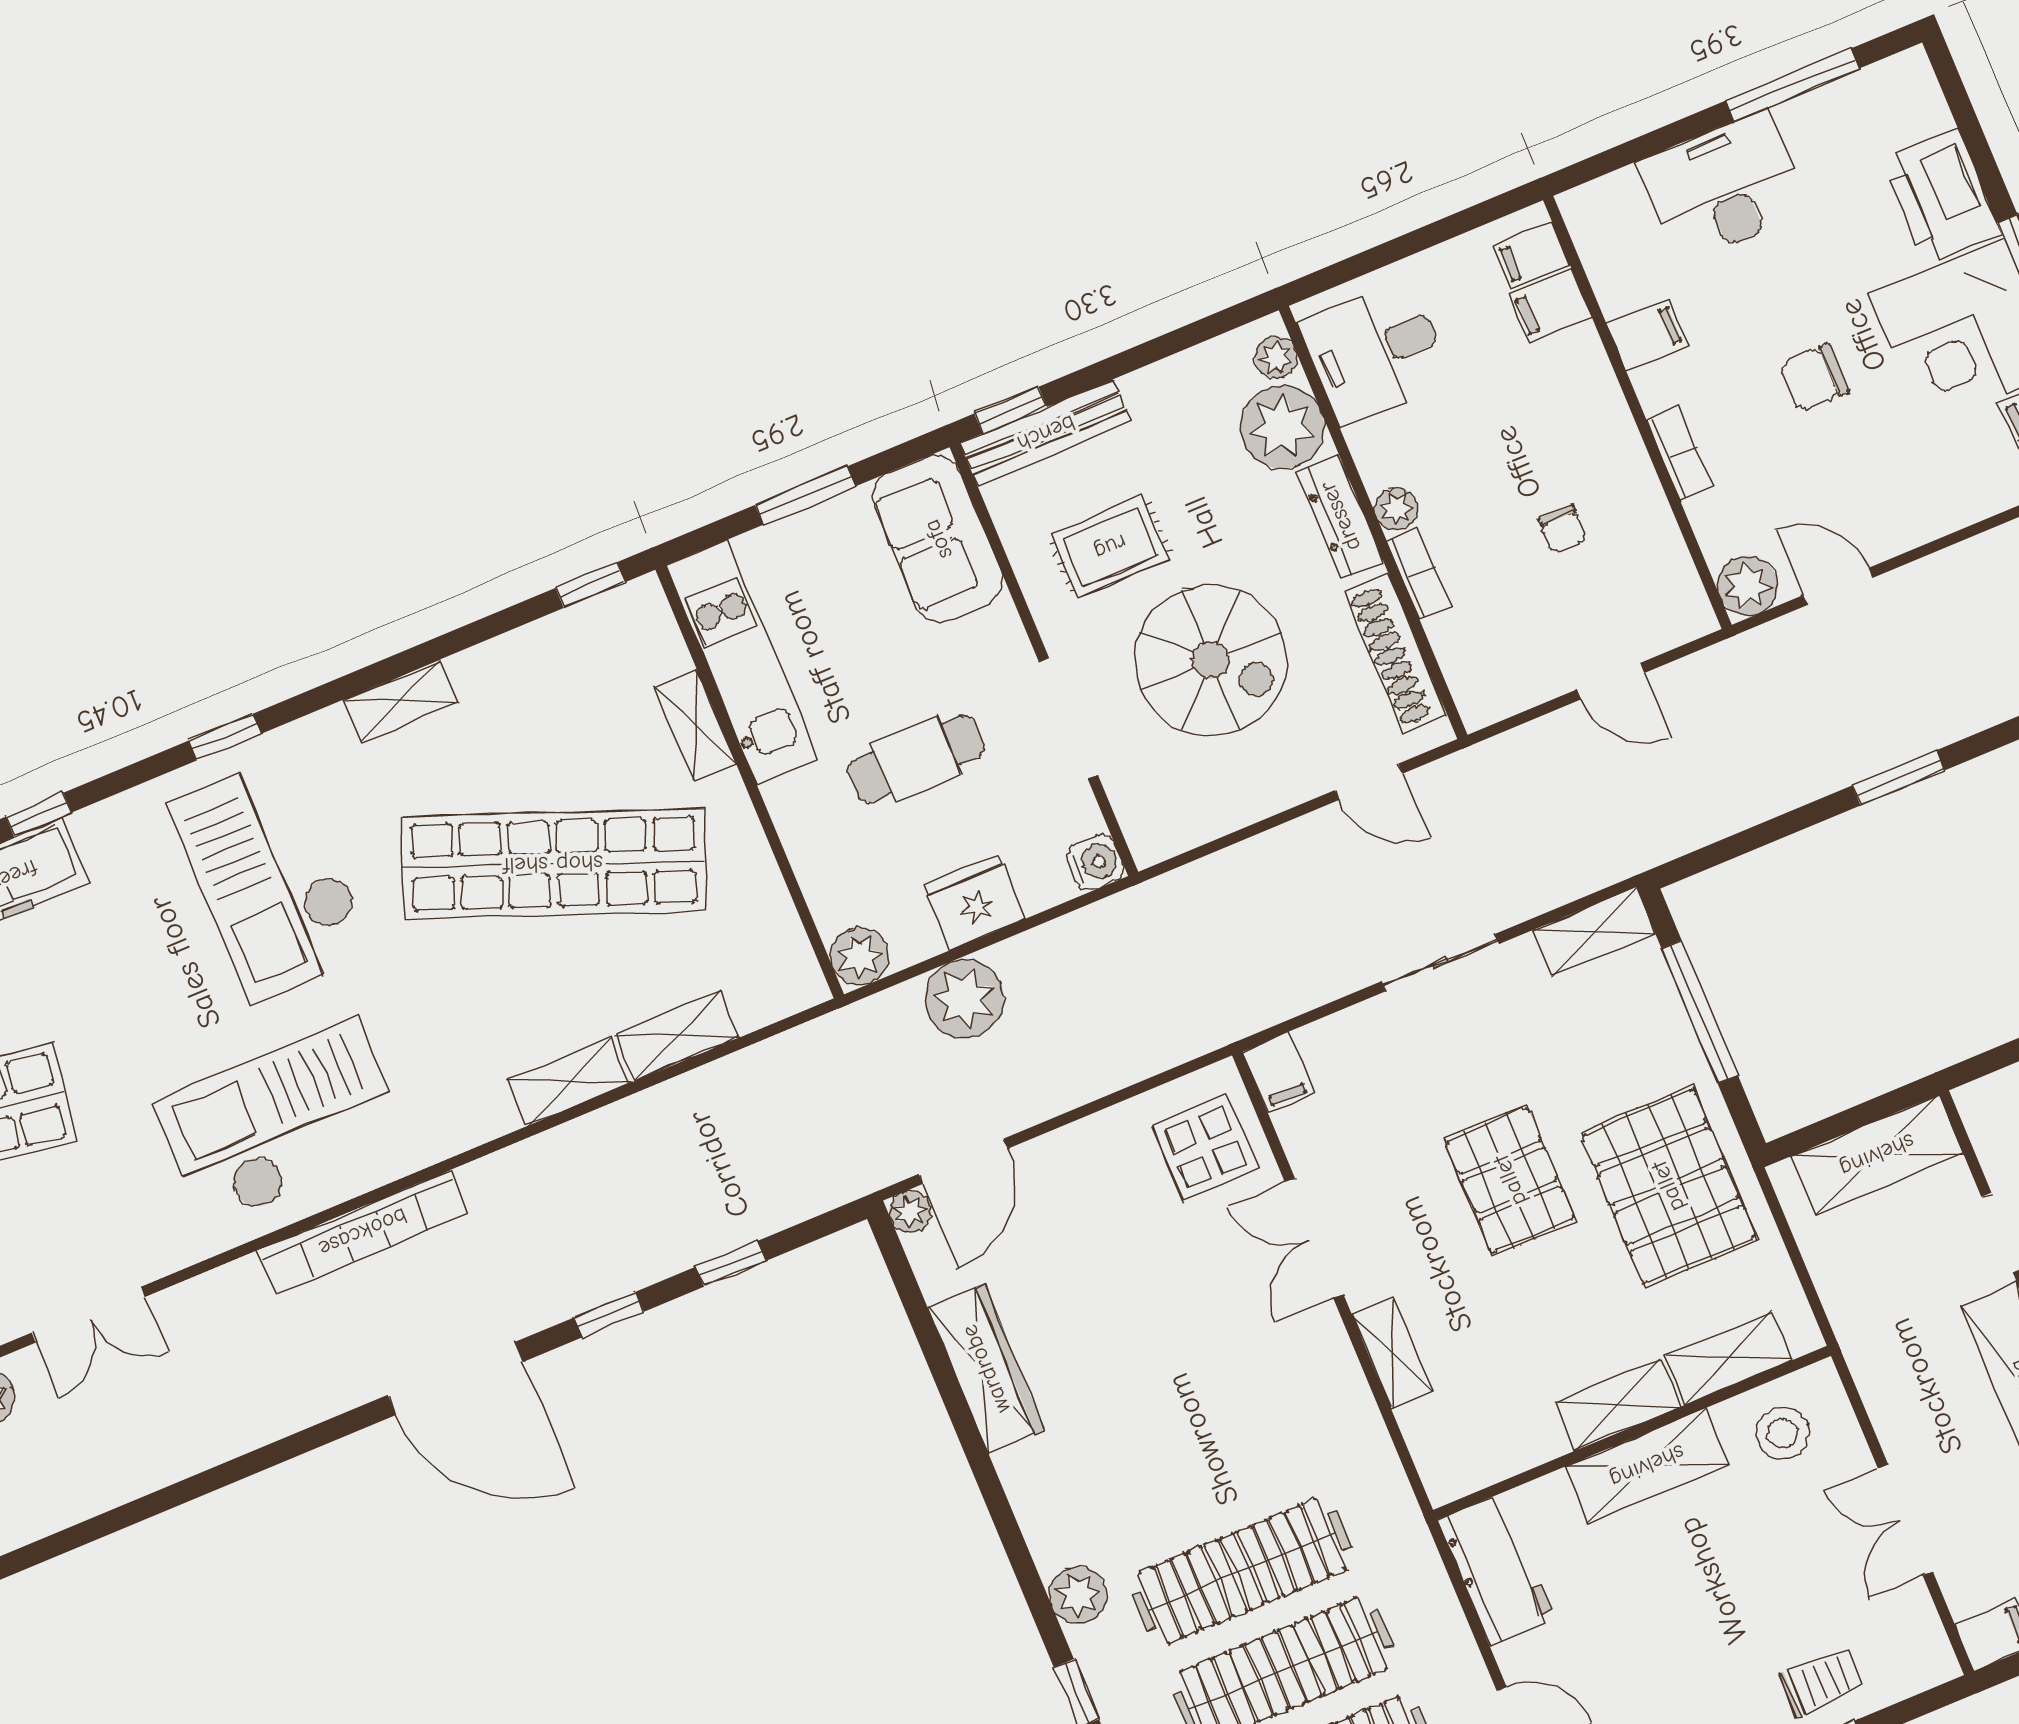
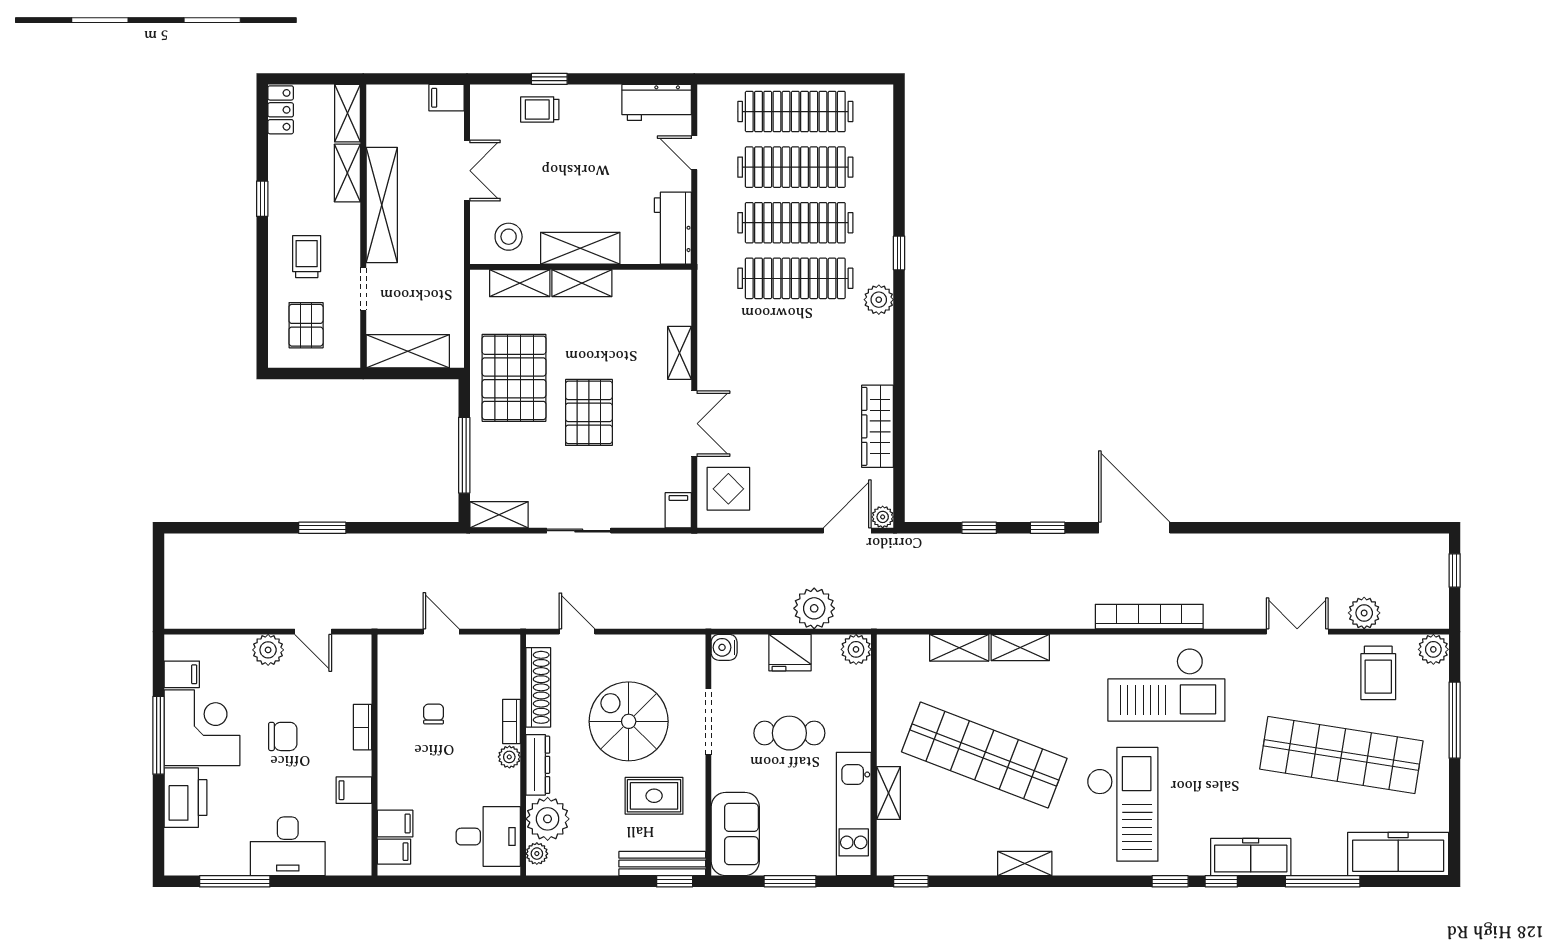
plant: (1748, 586) -> (268, 650), moved
window: (225, 737) -> (1170, 881), moved

